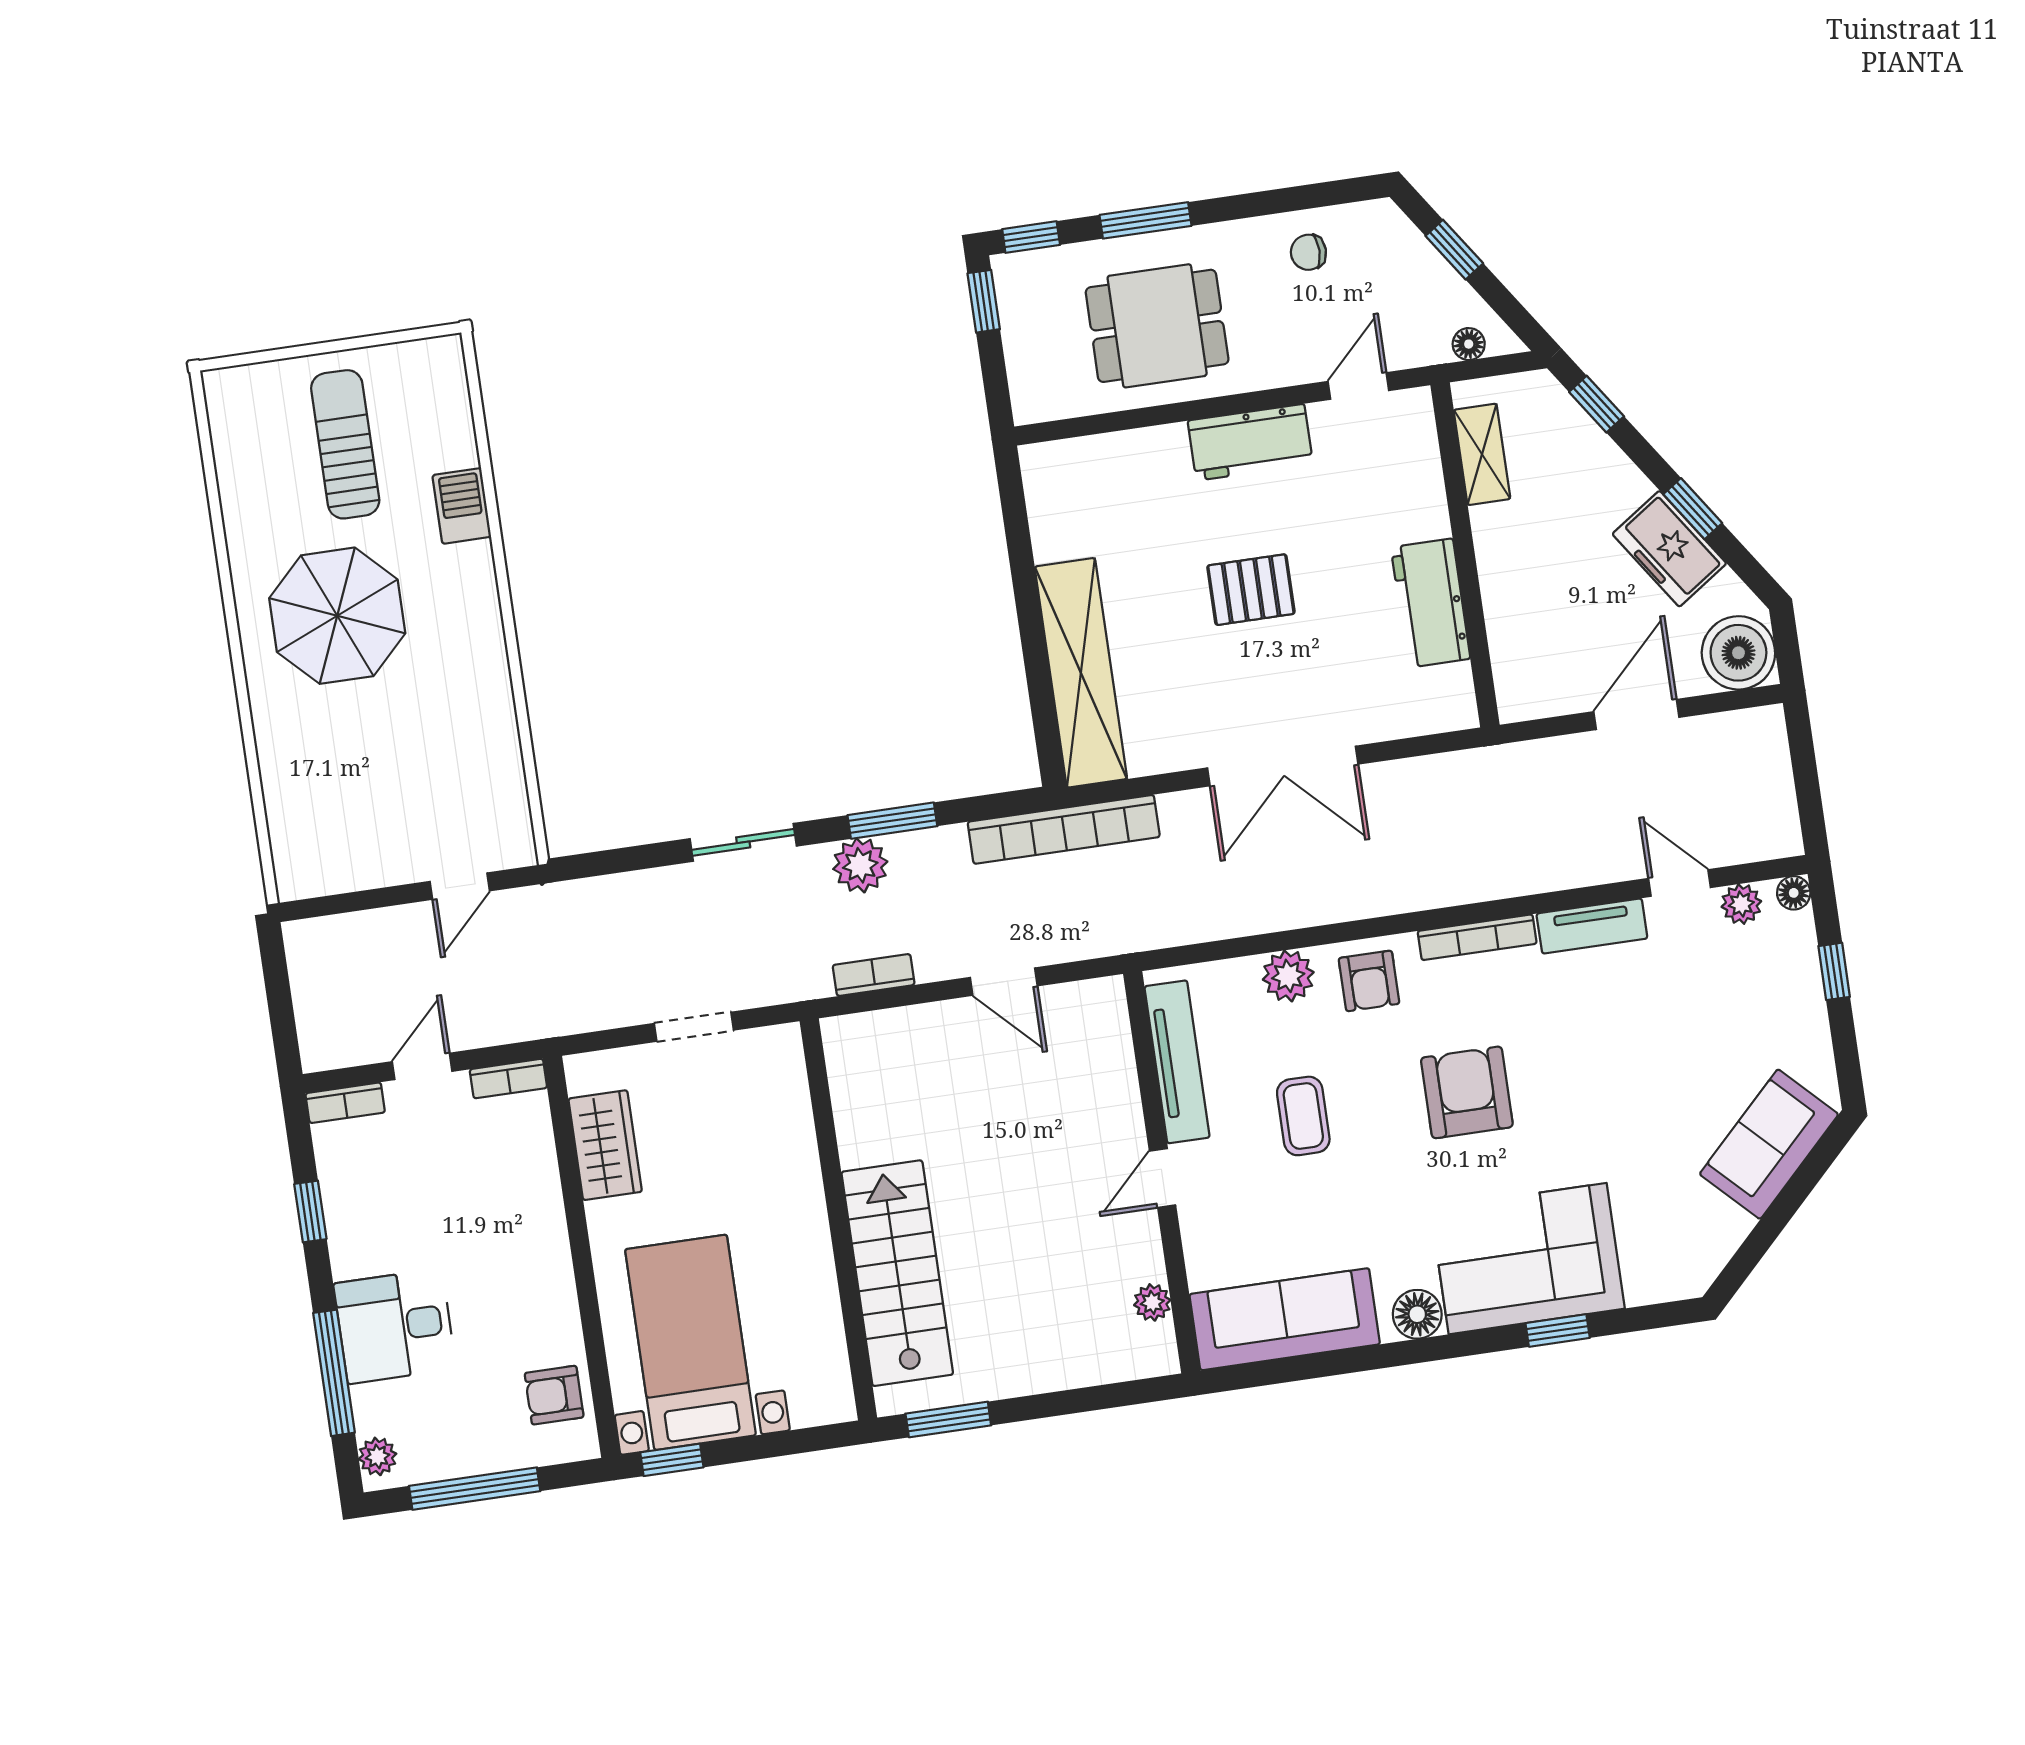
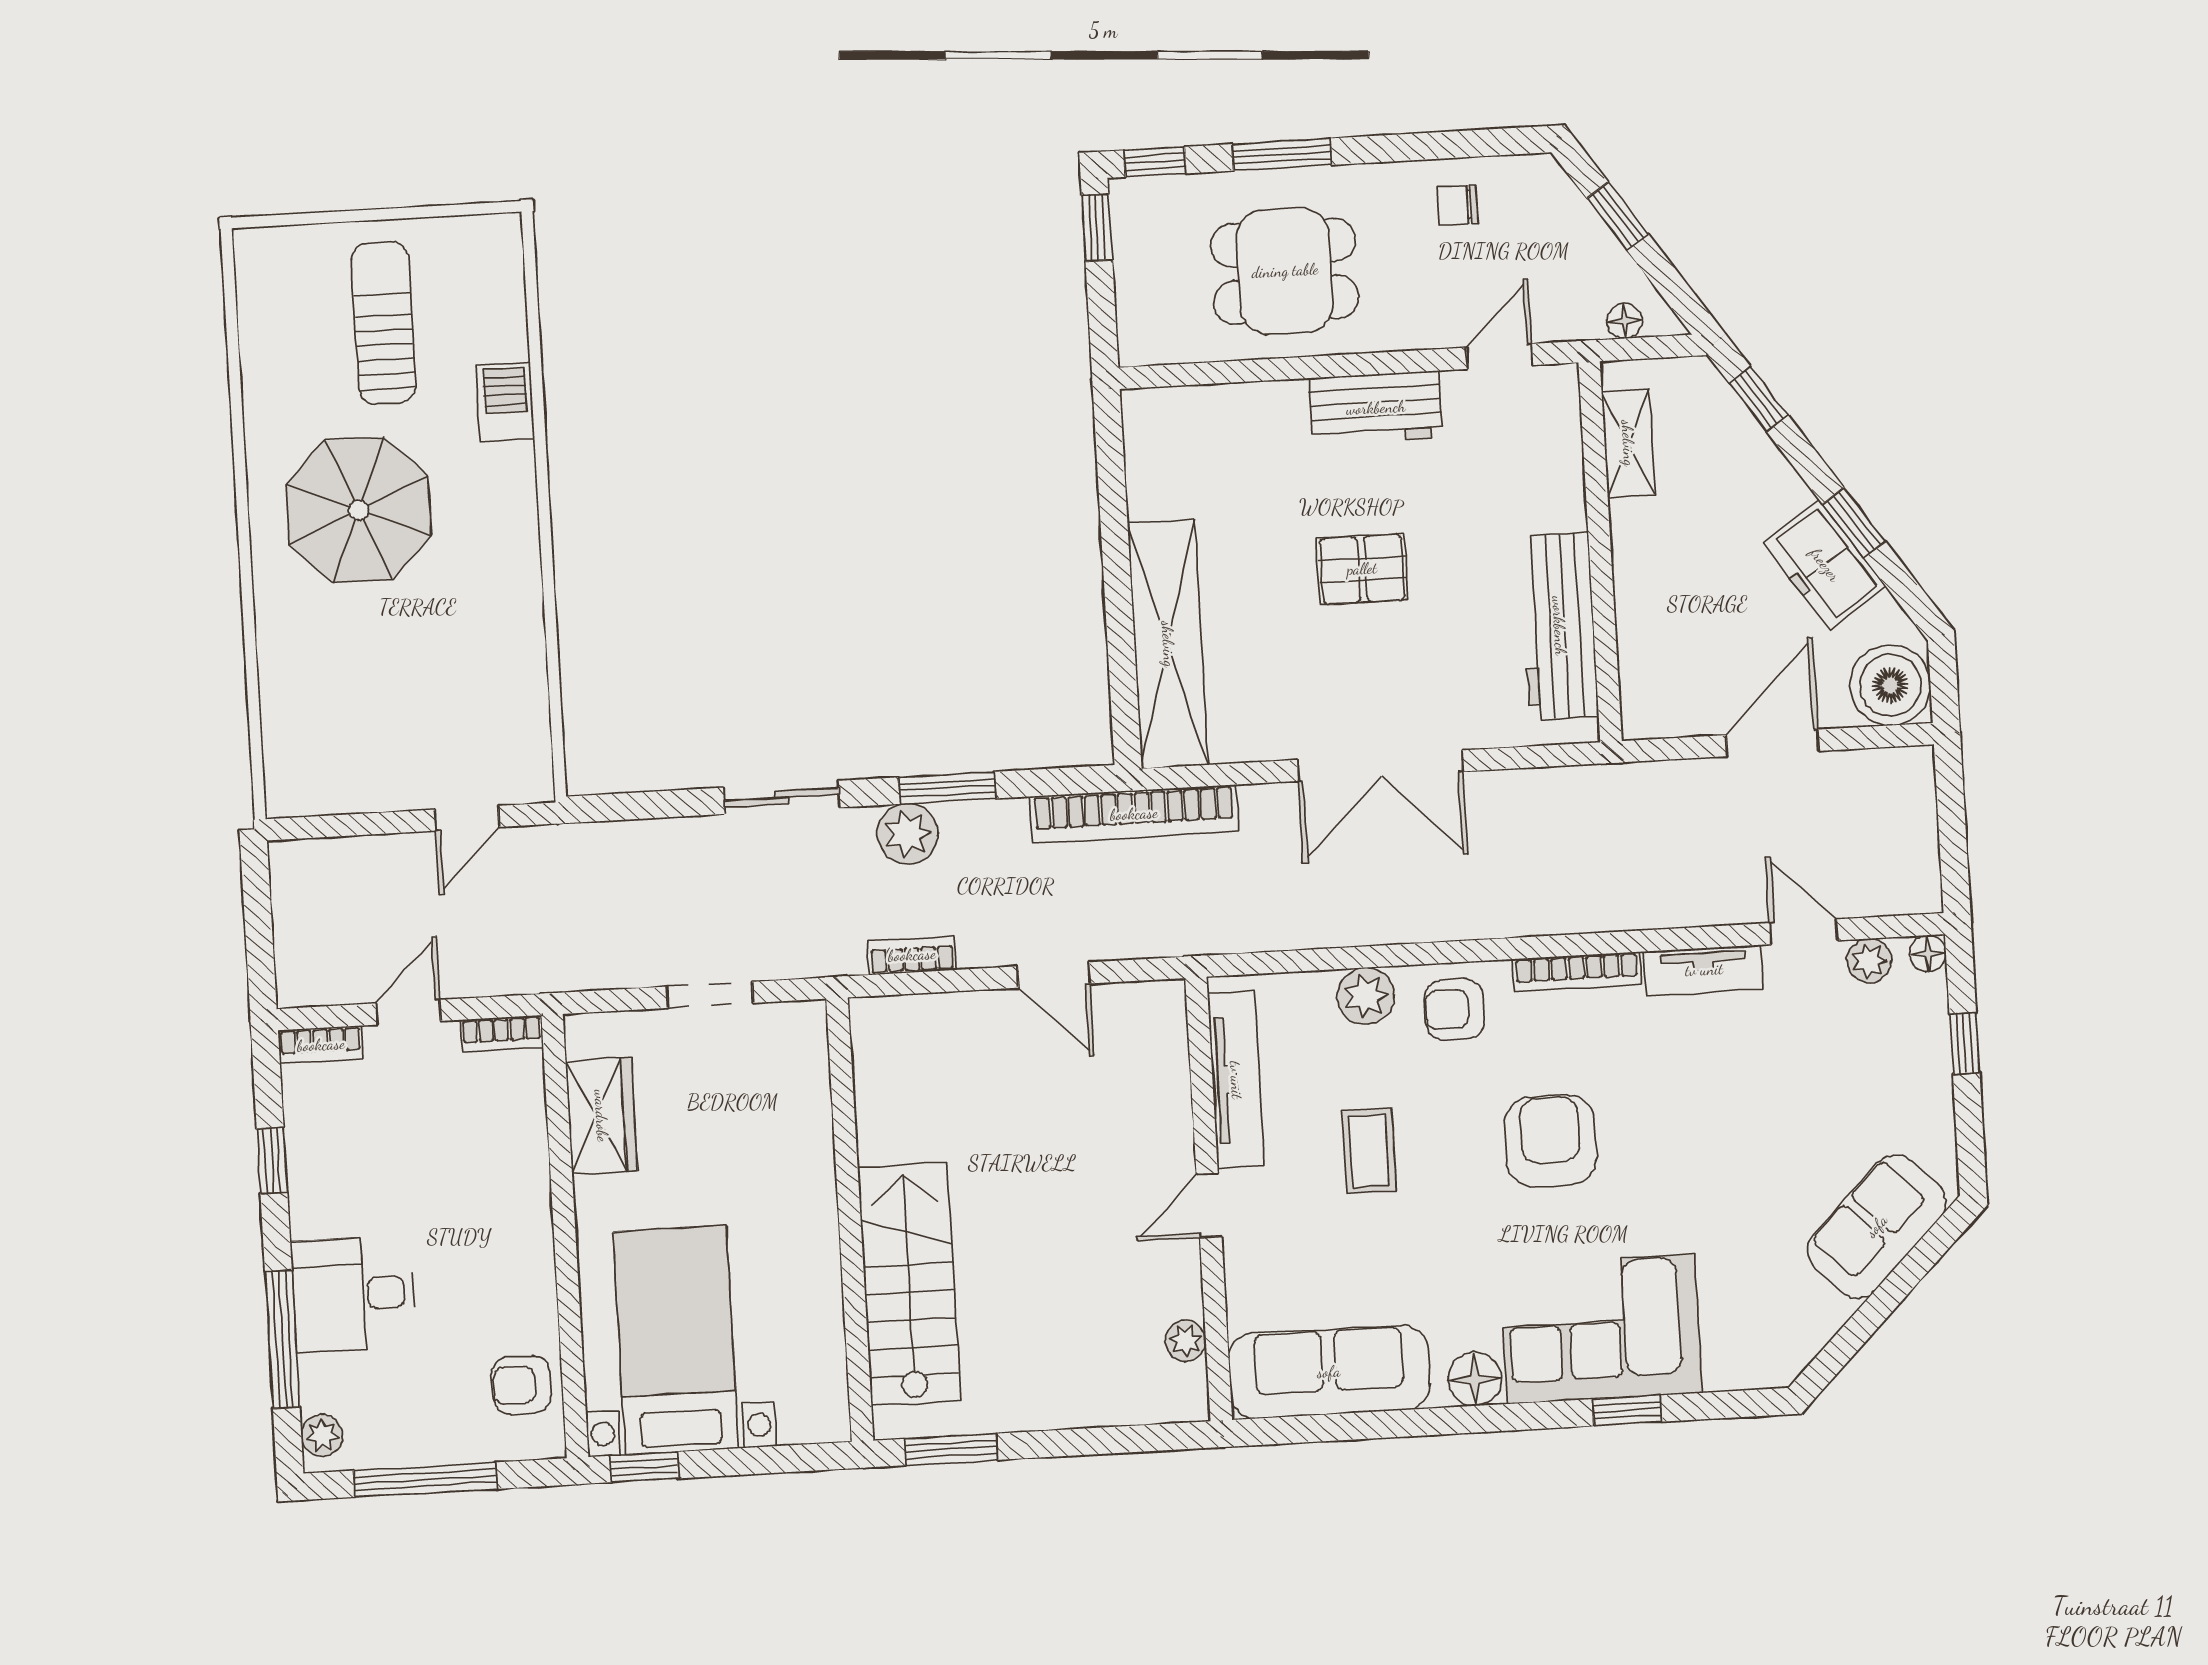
workbench: (1430, 603) -> (1559, 626), width x1.38
armchair: (1369, 981) -> (1454, 1009), turned 90

